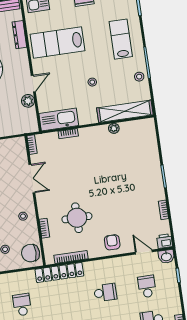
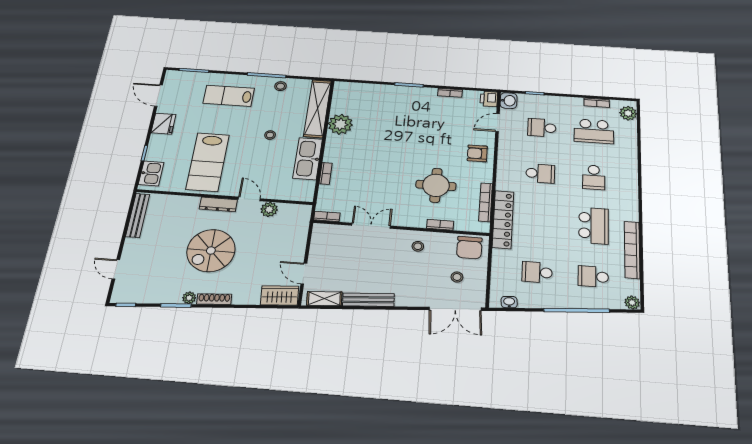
dresser: (19, 35) -> (218, 204), moved
kitchen sink: (59, 119) -> (308, 159), moved
plant: (114, 128) -> (340, 124), width x1.88, depth x1.88
school desk: (105, 293) -> (540, 173), turned 90

